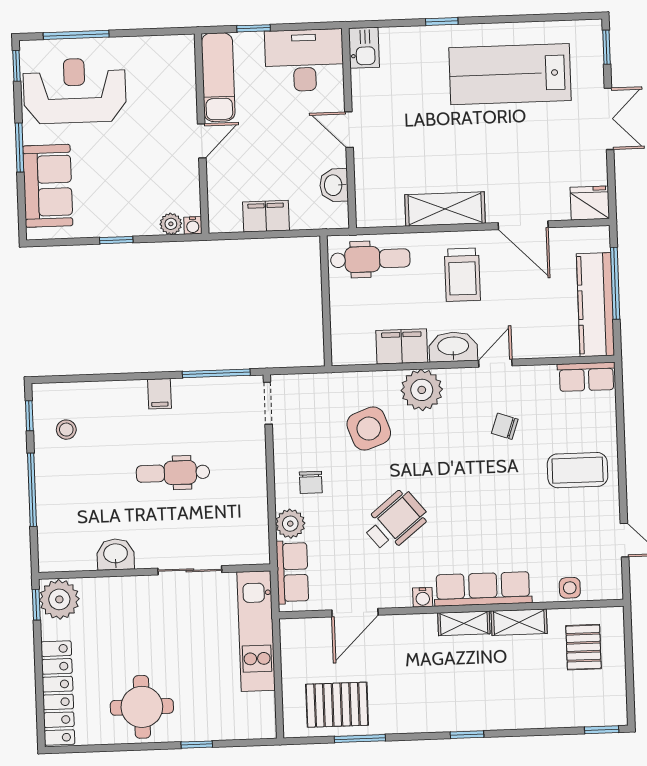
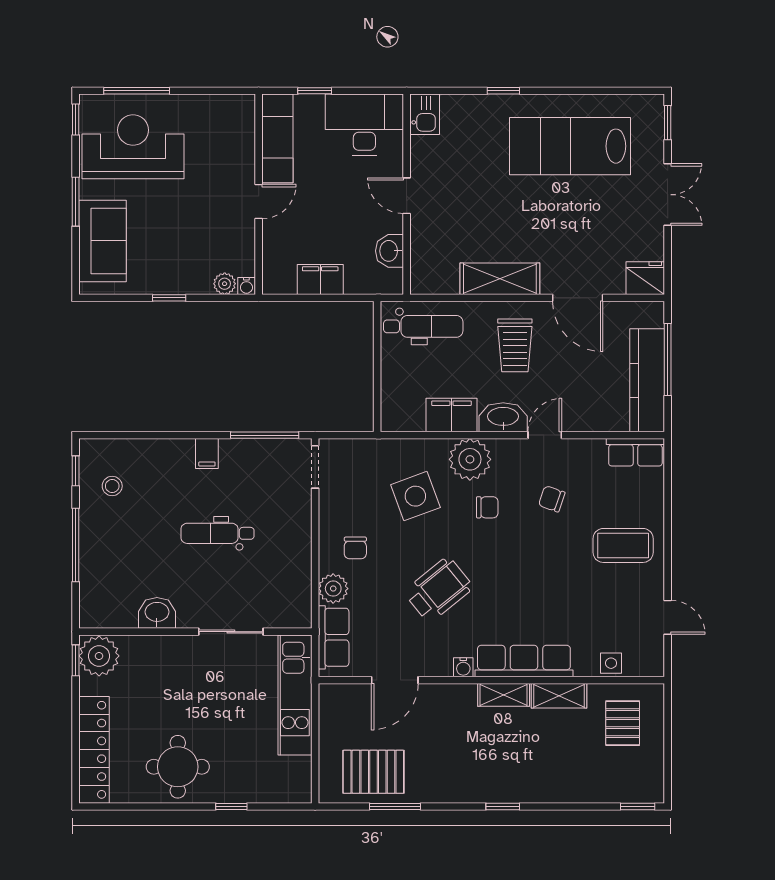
chair: (441, 437) -> (487, 507), added

